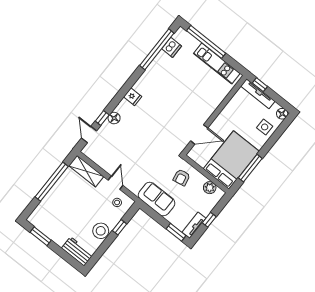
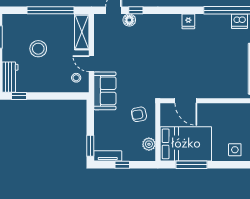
fridge: (133, 97) -> (188, 21), moved
floor lamp: (114, 118) -> (129, 20), moved
door: (116, 183) -> (91, 64), swing flipped
sofa: (157, 199) -> (105, 91), moved
window: (120, 227) -> (19, 96), moved
stool: (101, 231) -> (38, 49), moved

